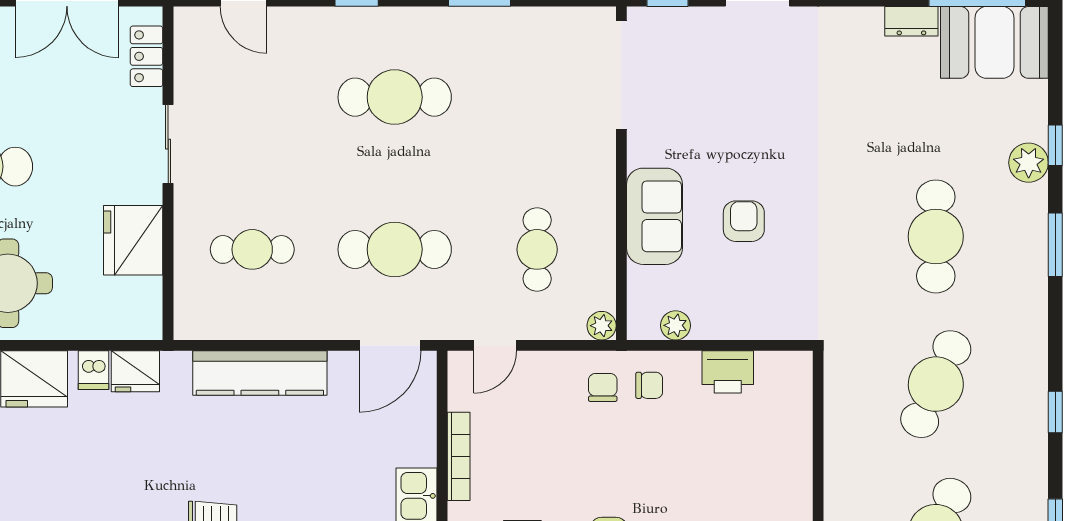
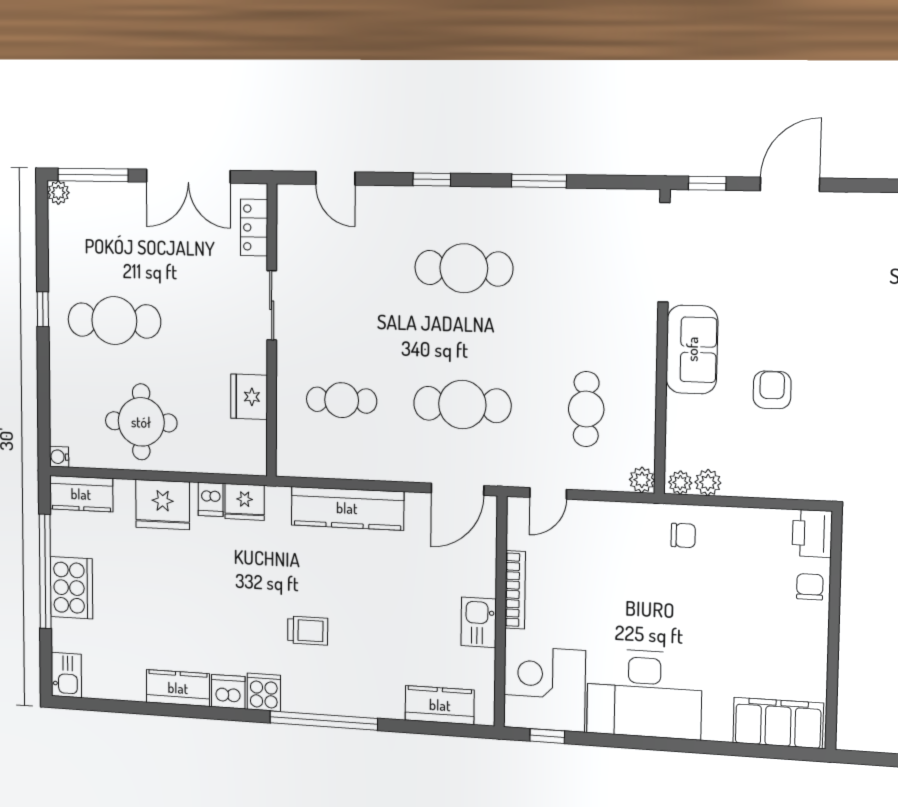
sofa: (654, 216) -> (692, 349), moved
fridge: (133, 240) -> (249, 397), width x0.73, depth x0.75
plant: (645, 327) -> (680, 483), added
printer: (728, 372) -> (812, 533), moved, turned 90
chair: (603, 387) -> (810, 587), moved

